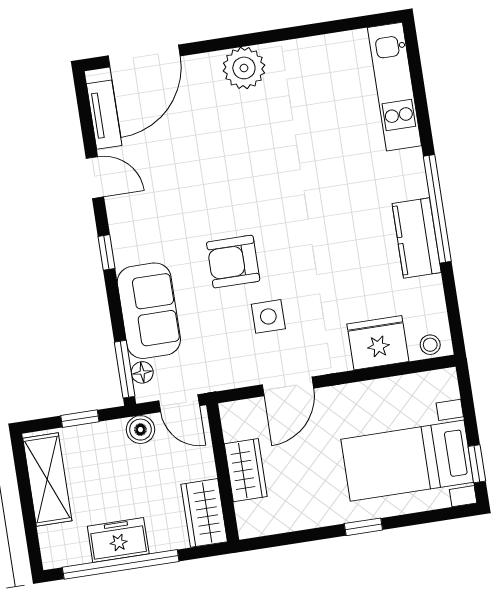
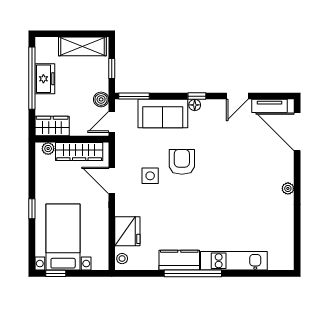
plant: (244, 68) -> (288, 188), width x0.53, depth x0.53
kitchen unit: (394, 87) -> (234, 261), moved
floor lamp: (142, 372) -> (195, 105), moved
wardrobe: (246, 470) -> (79, 151), width x1.50
plant: (247, 514) -> (48, 149), added

